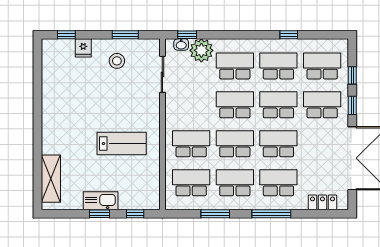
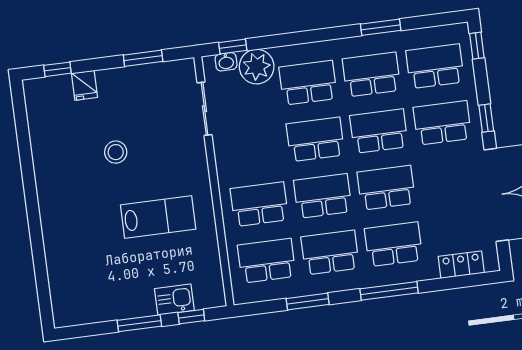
window: (289, 35) -> (381, 27), width x1.50
stool: (117, 61) -> (116, 152), moved
window: (352, 75) -> (477, 46), moved
shelving: (51, 179) -> (62, 281), removed
kitchen sink: (101, 201) -> (174, 300), moved, width x0.73
window: (100, 214) -> (139, 323), width x1.50

